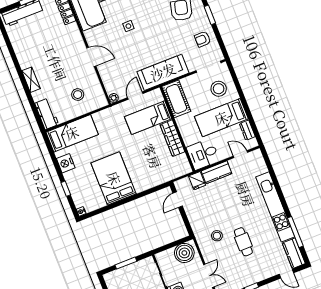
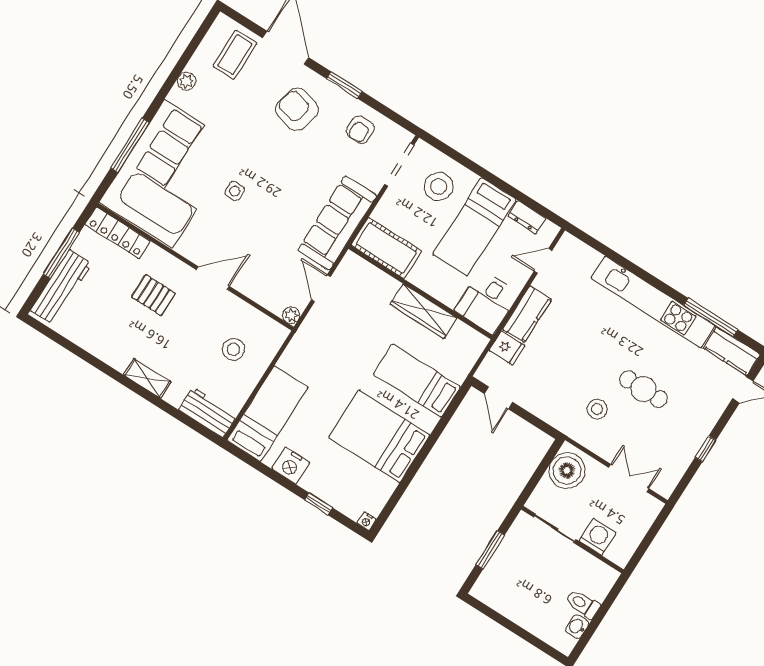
pallet: (60, 46) -> (153, 295), added
bed: (148, 118) -> (417, 381), moved, turned 90

